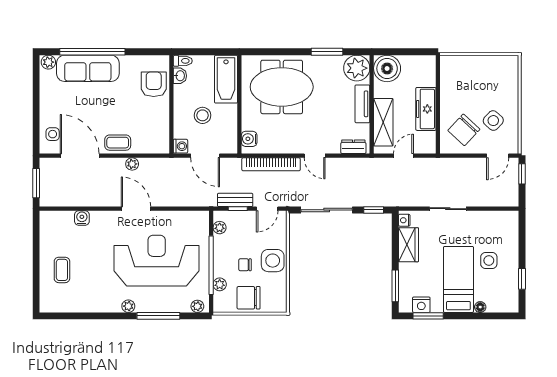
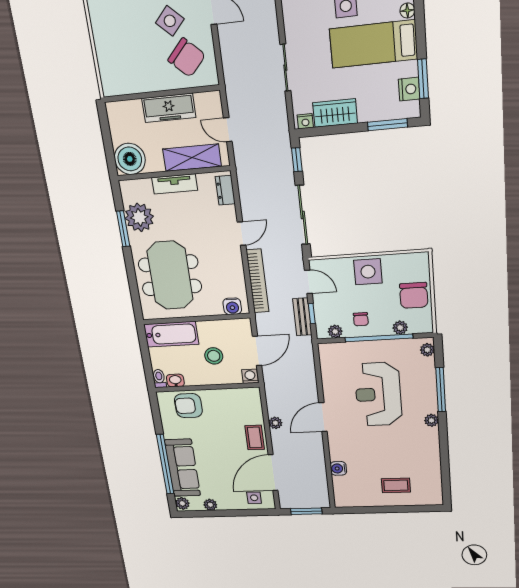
plant: (357, 68) -> (139, 217), moved
plant: (46, 90) -> (210, 505), added
reception desk: (157, 261) -> (378, 394), width x0.74, depth x0.77
chair: (245, 265) -> (361, 319), moved

